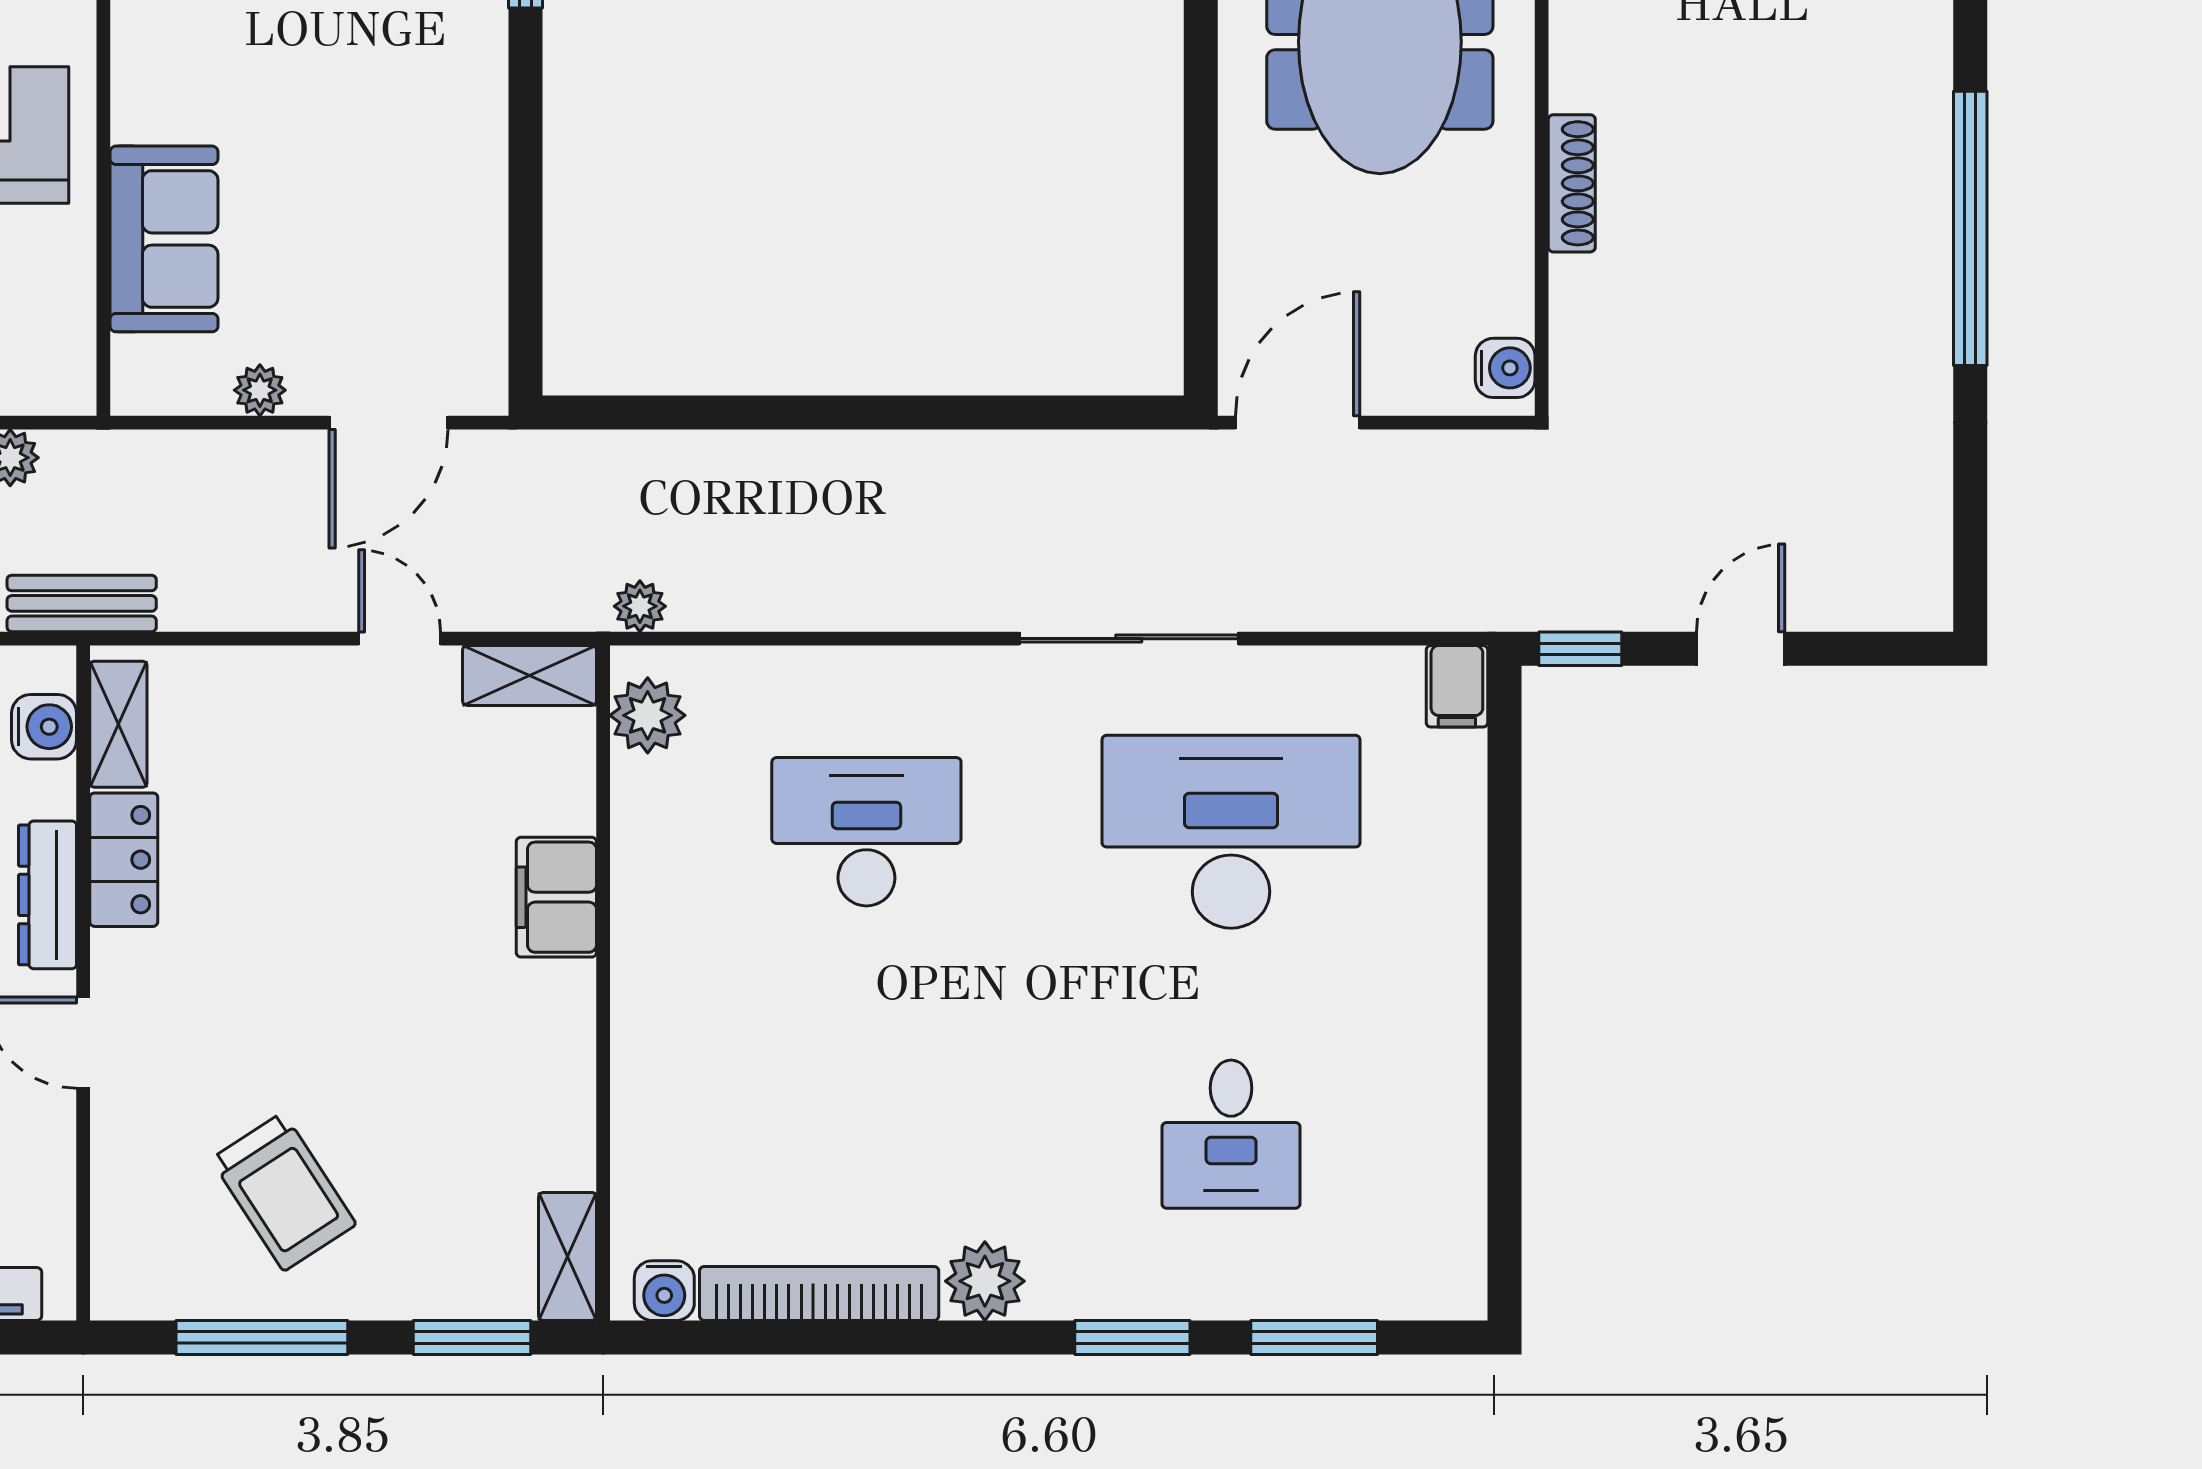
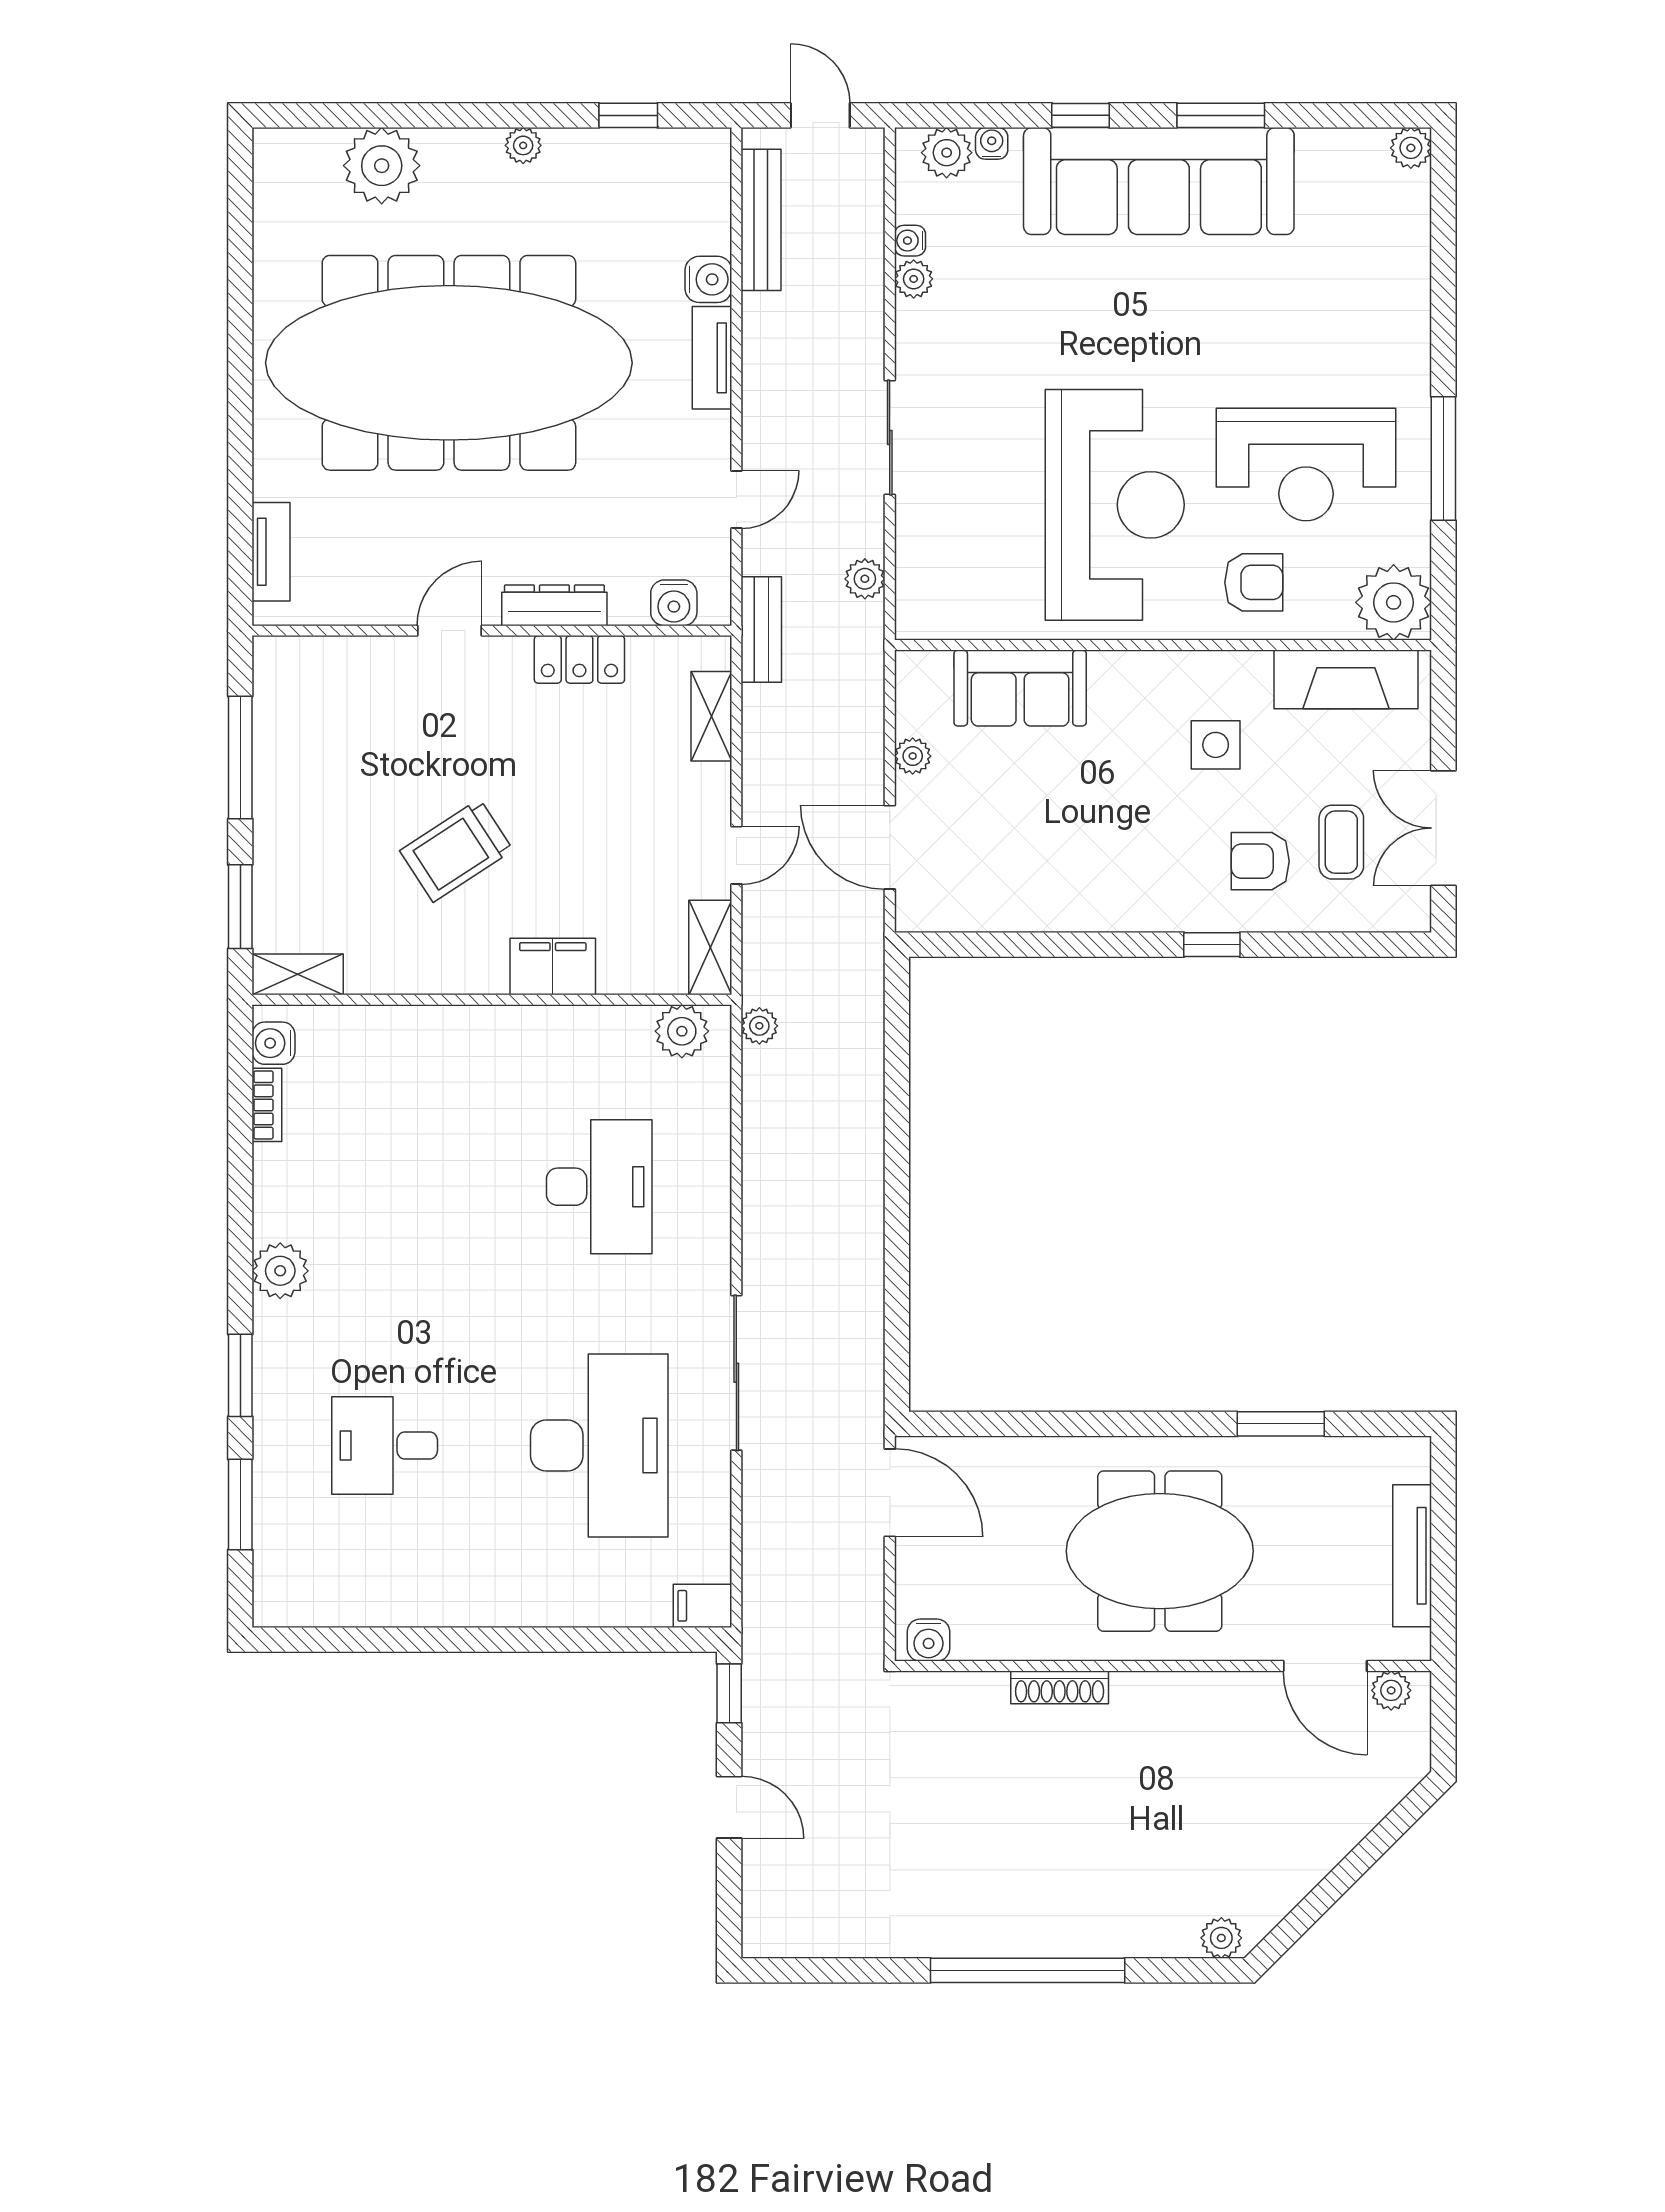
shelving: (118, 724) -> (711, 716), moved, turned 90
trolley: (283, 1192) -> (456, 851), moved
bookcase: (819, 1293) -> (267, 1105), width x0.43, depth x0.76

